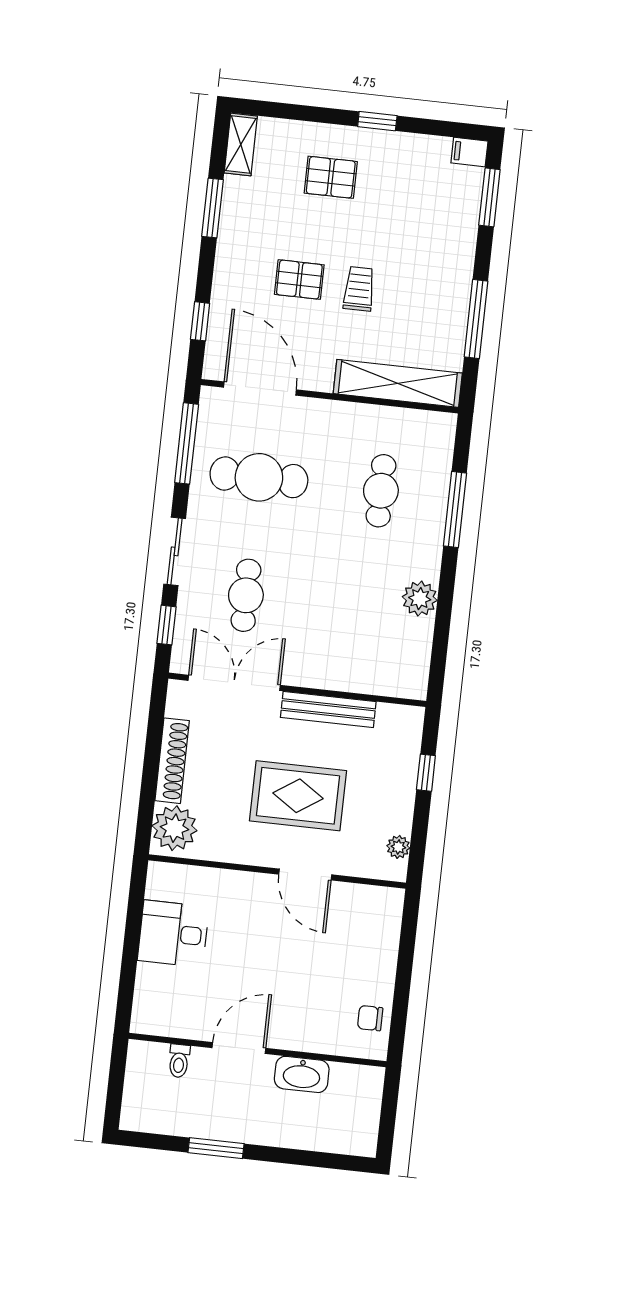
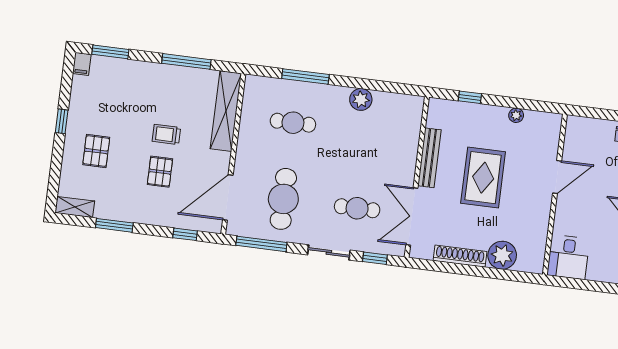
wall: (277, 871) -> (555, 194), moved
door: (305, 875) -> (557, 177), moved

